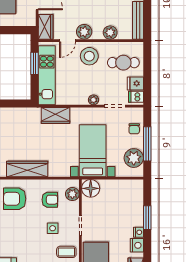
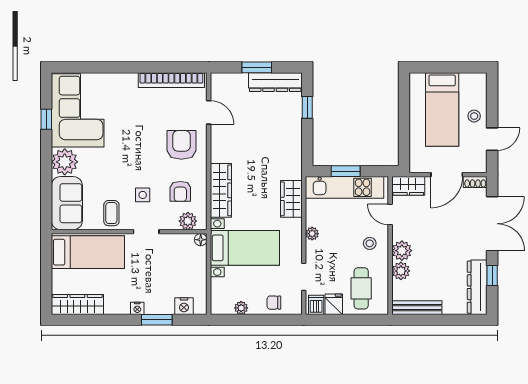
plant: (84, 32) -> (402, 251), moved
stool: (89, 56) -> (370, 243), width x0.53, depth x0.53
window: (35, 63) -> (346, 171), moved
plant: (93, 100) -> (312, 234), moved
window: (147, 144) -> (254, 320), removed
plant: (134, 158) -> (241, 308), width x0.53, depth x0.53
wardrobe: (27, 169) -> (221, 190), moved
floor lamp: (91, 188) -> (201, 240), width x0.53, depth x0.53
nightstand: (137, 245) -> (184, 306), moved

